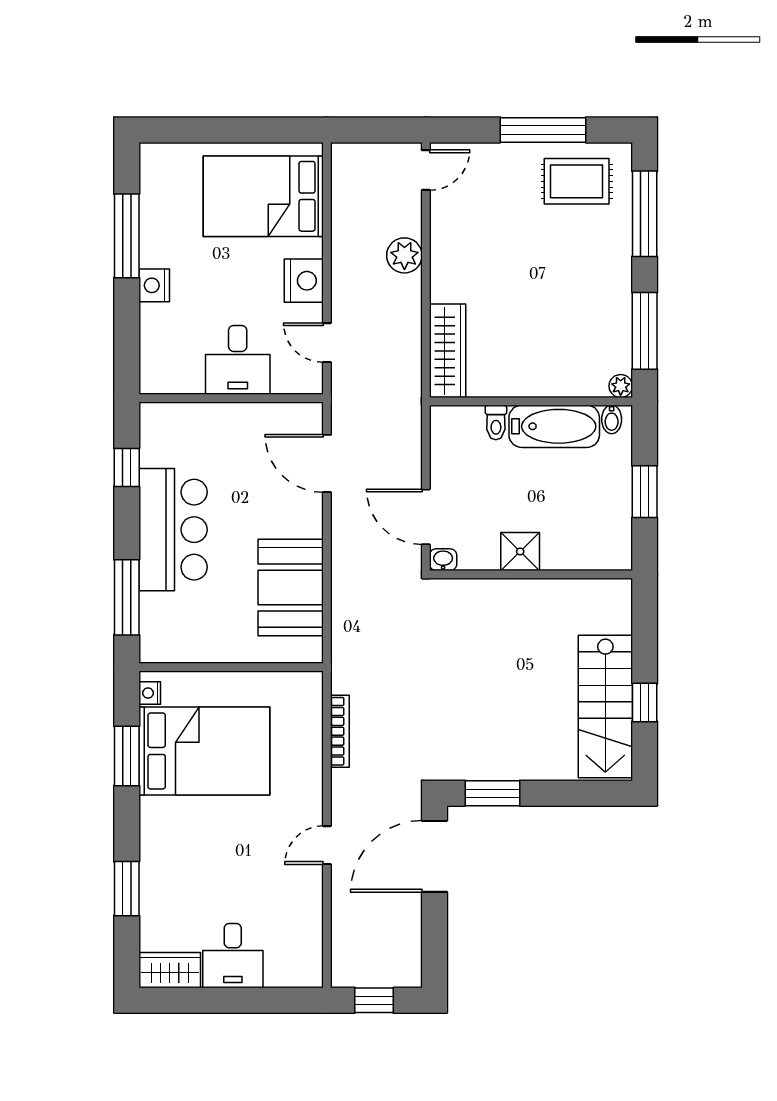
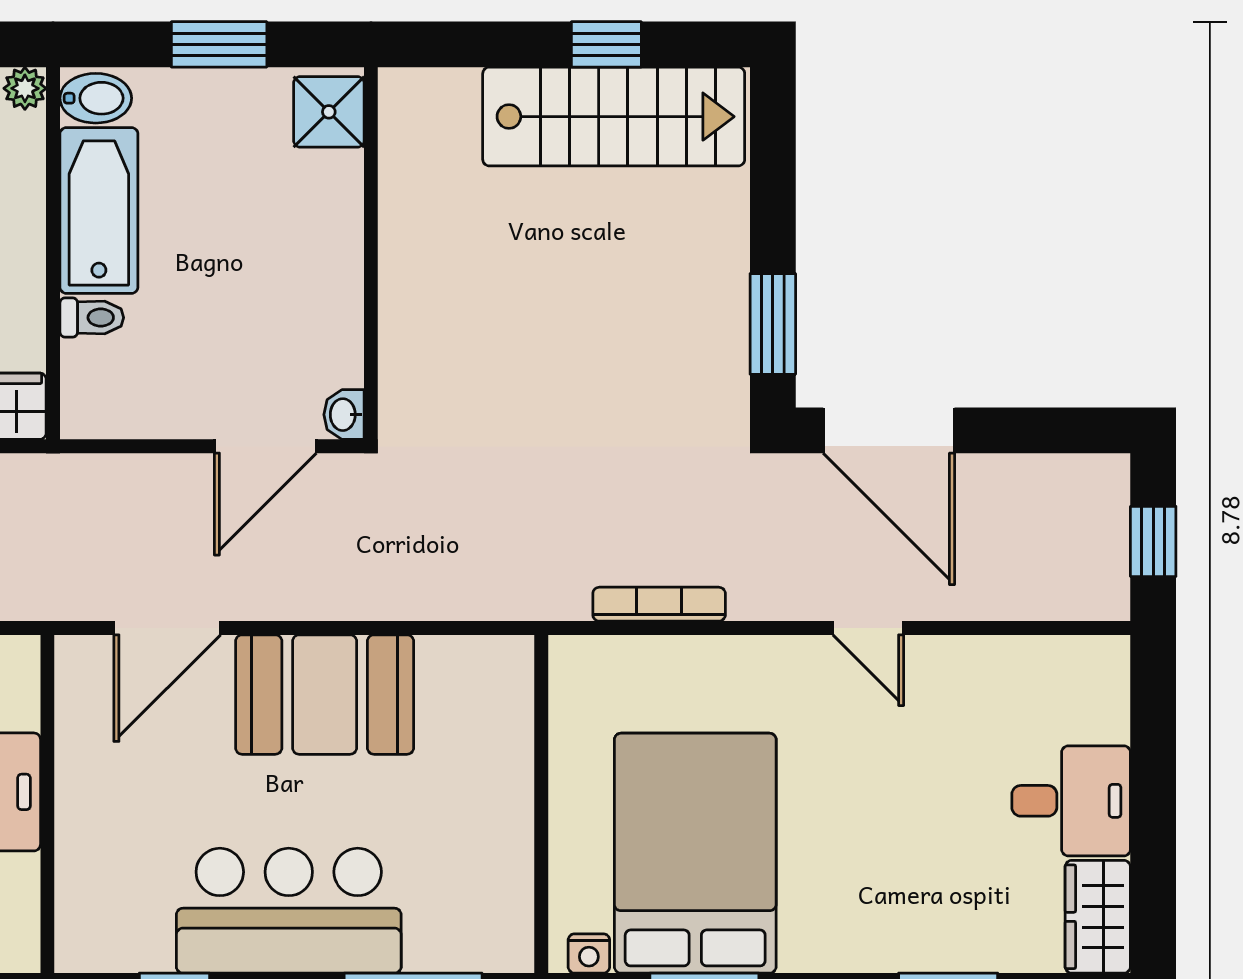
bidet: (612, 419) -> (96, 98), width x1.38, depth x1.36
shower: (520, 551) -> (329, 112), moved
booth: (291, 588) -> (325, 695), moved

